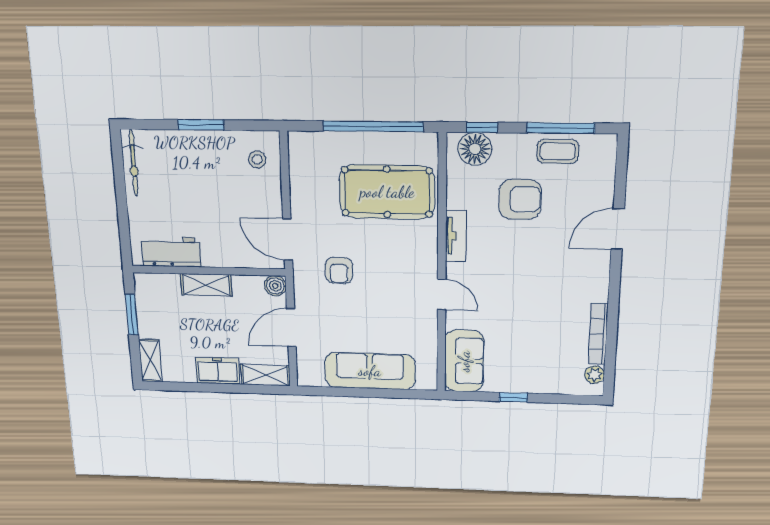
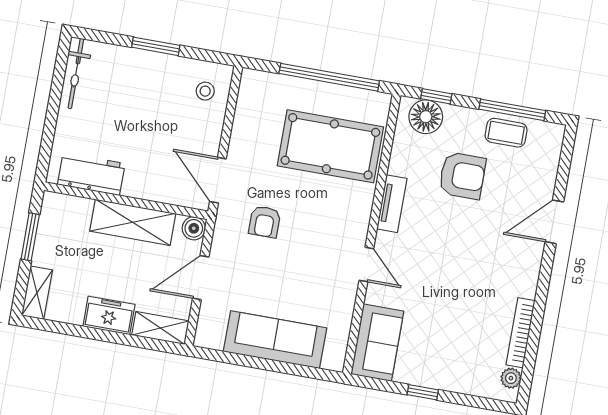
shelving: (206, 285) -> (133, 222), width x1.50, depth x1.33

